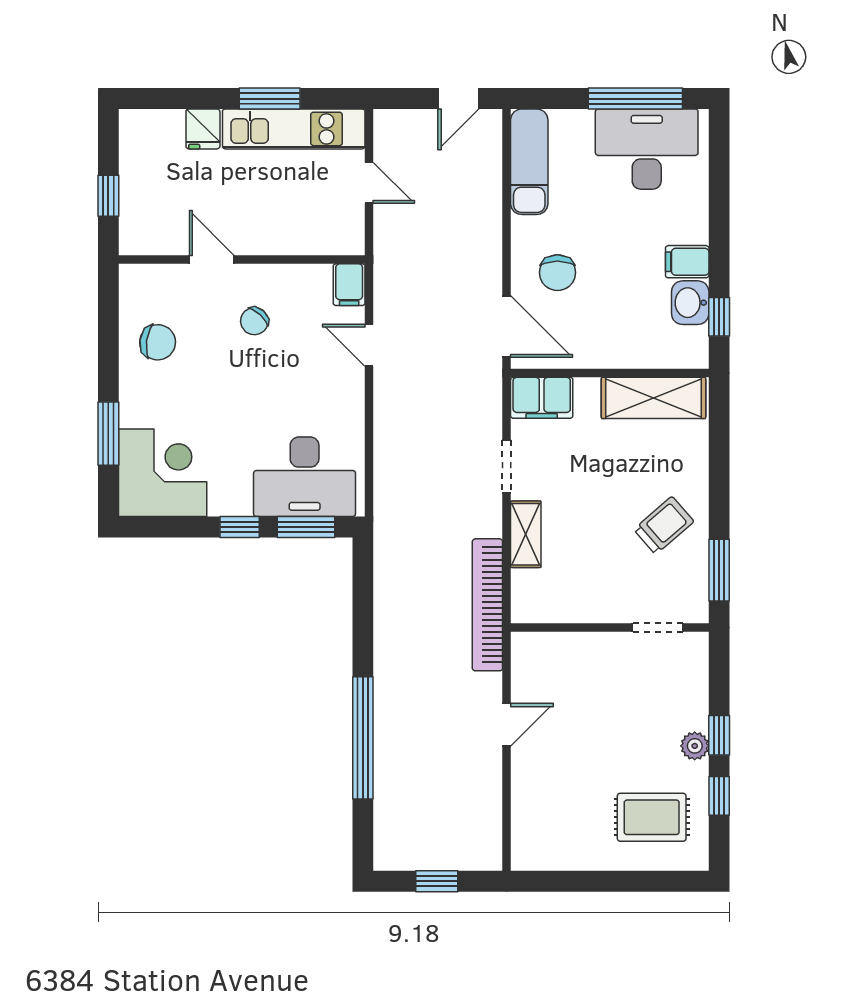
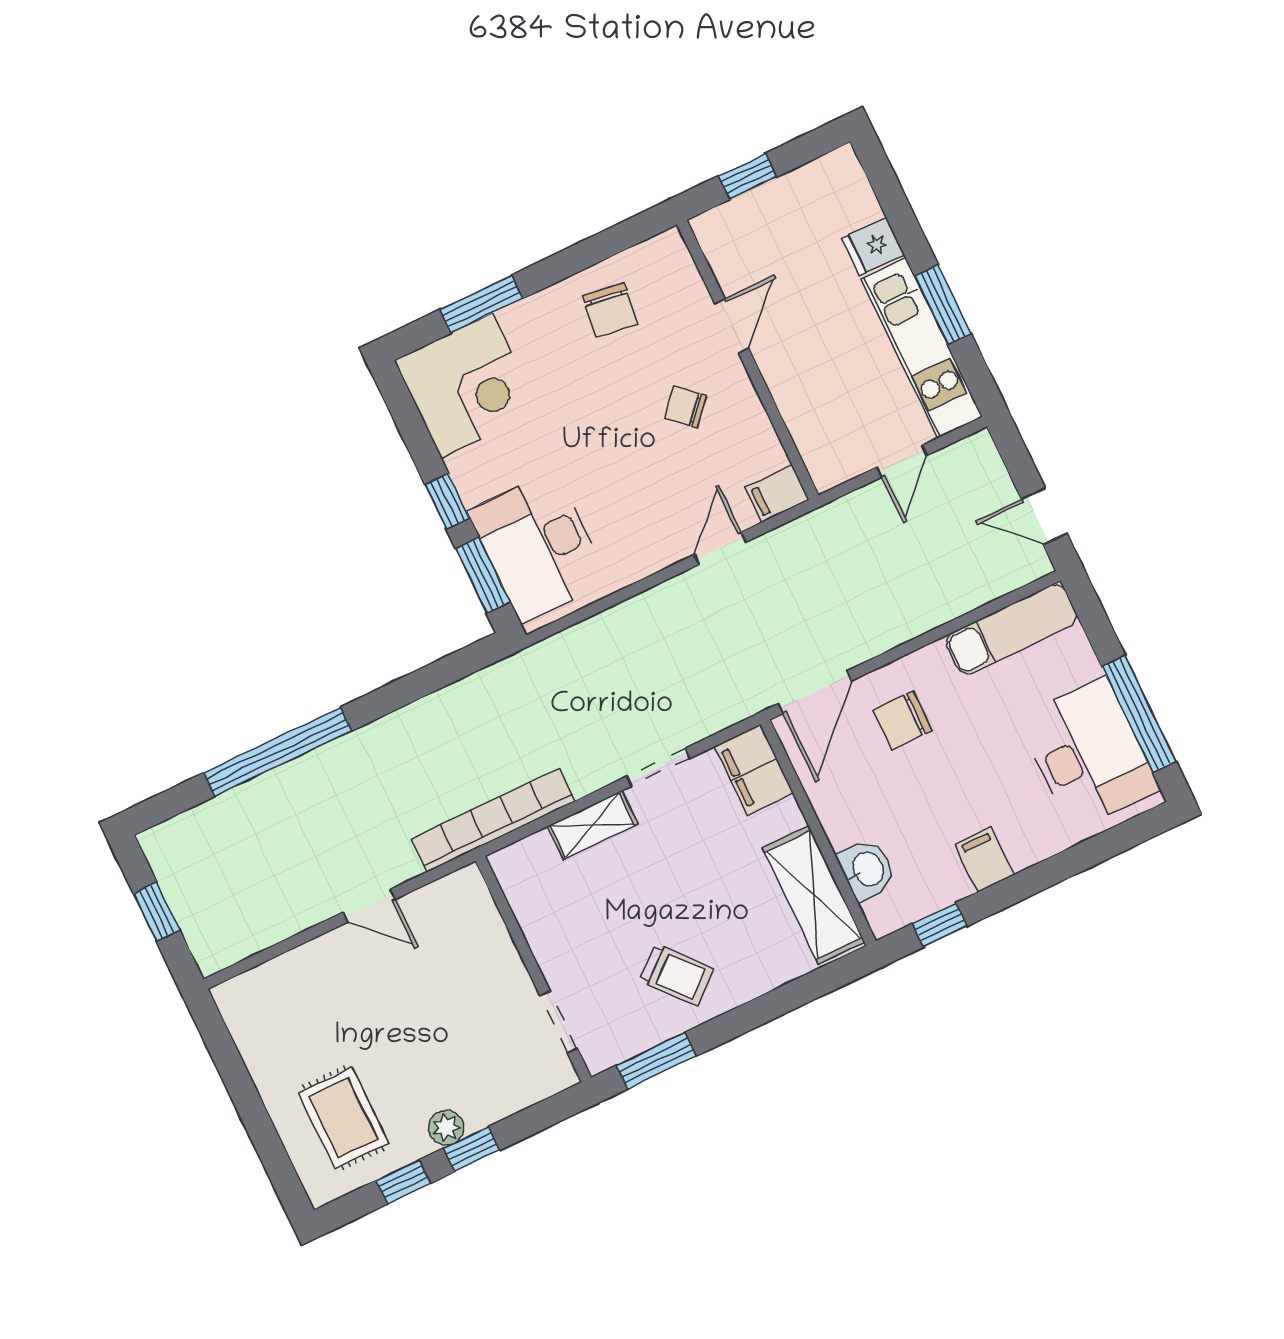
washbasin: (690, 303) -> (867, 870), moved, turned 90

